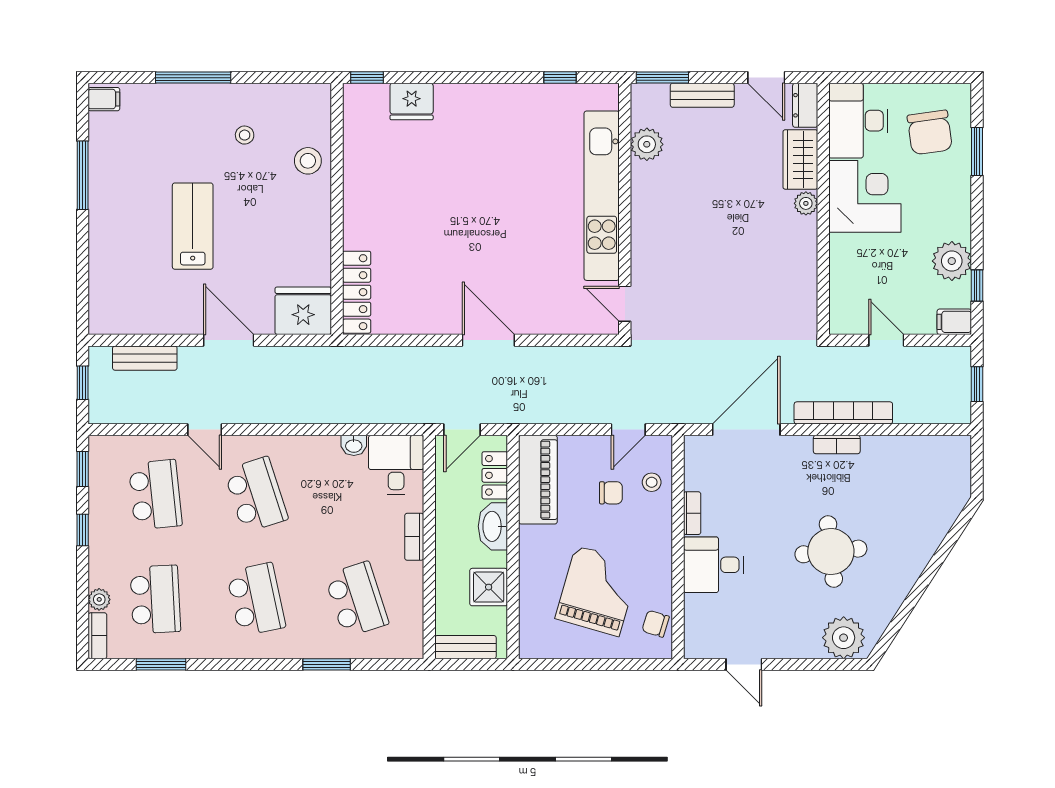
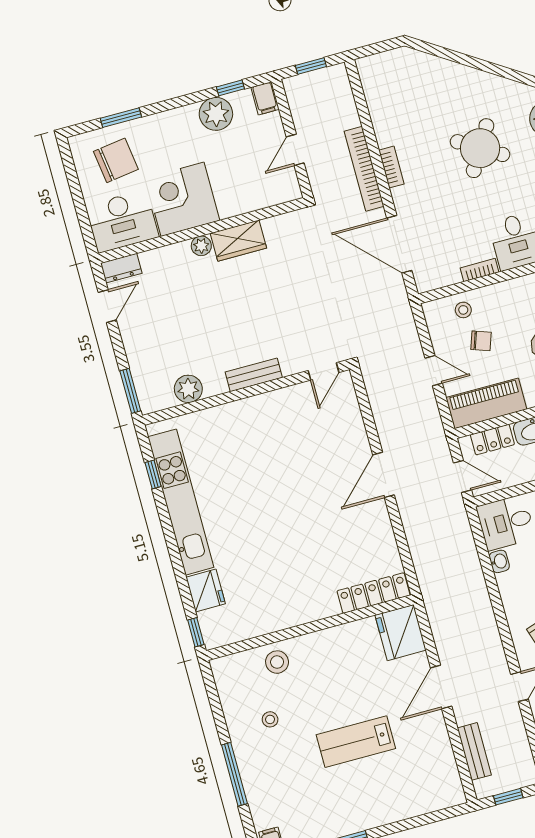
bench: (702, 95) -> (254, 375), moved, turned 90
wardrobe: (800, 159) -> (238, 241), moved
kitchen unit: (602, 196) -> (181, 502), moved, turned -90
door: (628, 430) -> (434, 371), moved
chair: (611, 493) -> (481, 341), turned 109
round table: (831, 551) -> (480, 148), turned 37

